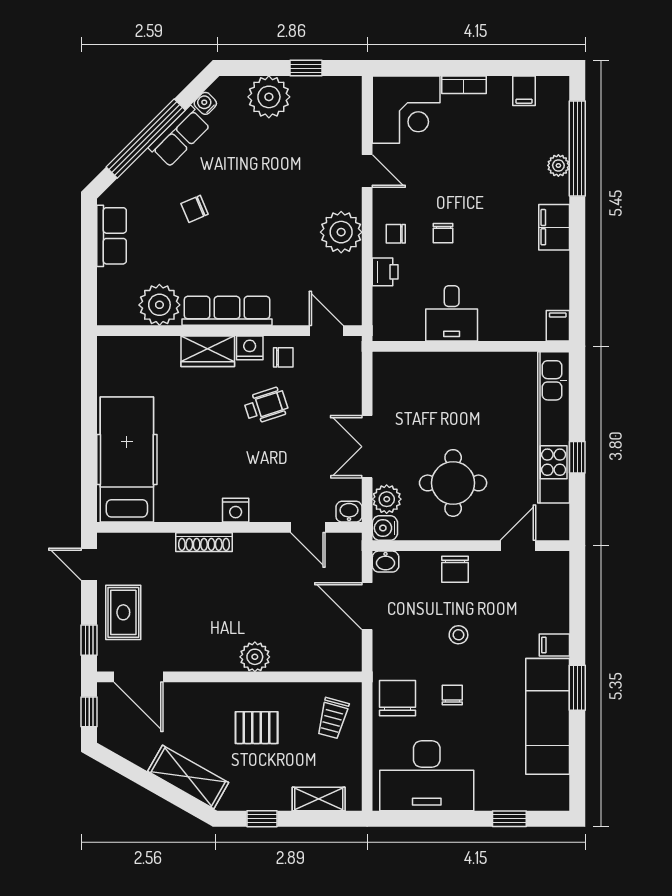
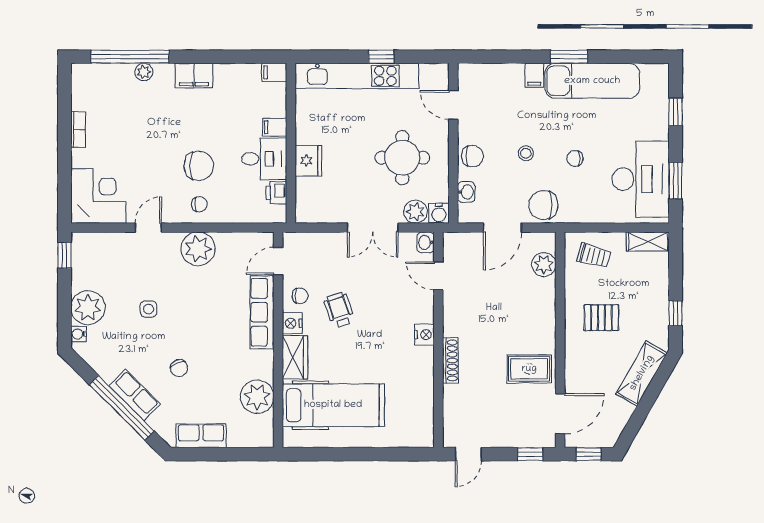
window: (306, 68) -> (64, 255), moved
bookcase: (464, 85) -> (78, 130), moved
filing cabinet: (524, 91) -> (275, 127), moved, turned 180
water cooler: (205, 103) -> (79, 334), moved, turned 45
row of seats: (179, 137) -> (135, 395), moved
side table: (267, 171) -> (149, 309), added
chair: (443, 233) -> (199, 166), width x1.87, depth x1.87
chair: (396, 234) -> (199, 204), turned -90
printer: (385, 272) -> (276, 193), moved, turned -90
row of seats: (227, 311) -> (262, 312), moved
chair: (283, 357) -> (300, 296), turned 90
fridge: (449, 368) -> (308, 161), added
hospital bed: (127, 460) -> (333, 405), moved, turned 180
door: (308, 527) -> (438, 276), swing flipped
washbasin: (386, 562) -> (466, 192), moved
rug: (123, 612) -> (529, 369), moved
plant: (255, 657) -> (544, 265), moved
chair: (397, 698) -> (543, 205), moved
pallet: (257, 728) -> (601, 318), turned 90
shelving: (319, 799) -> (648, 241), moved, turned 90
window: (425, 819) -> (676, 181), added

